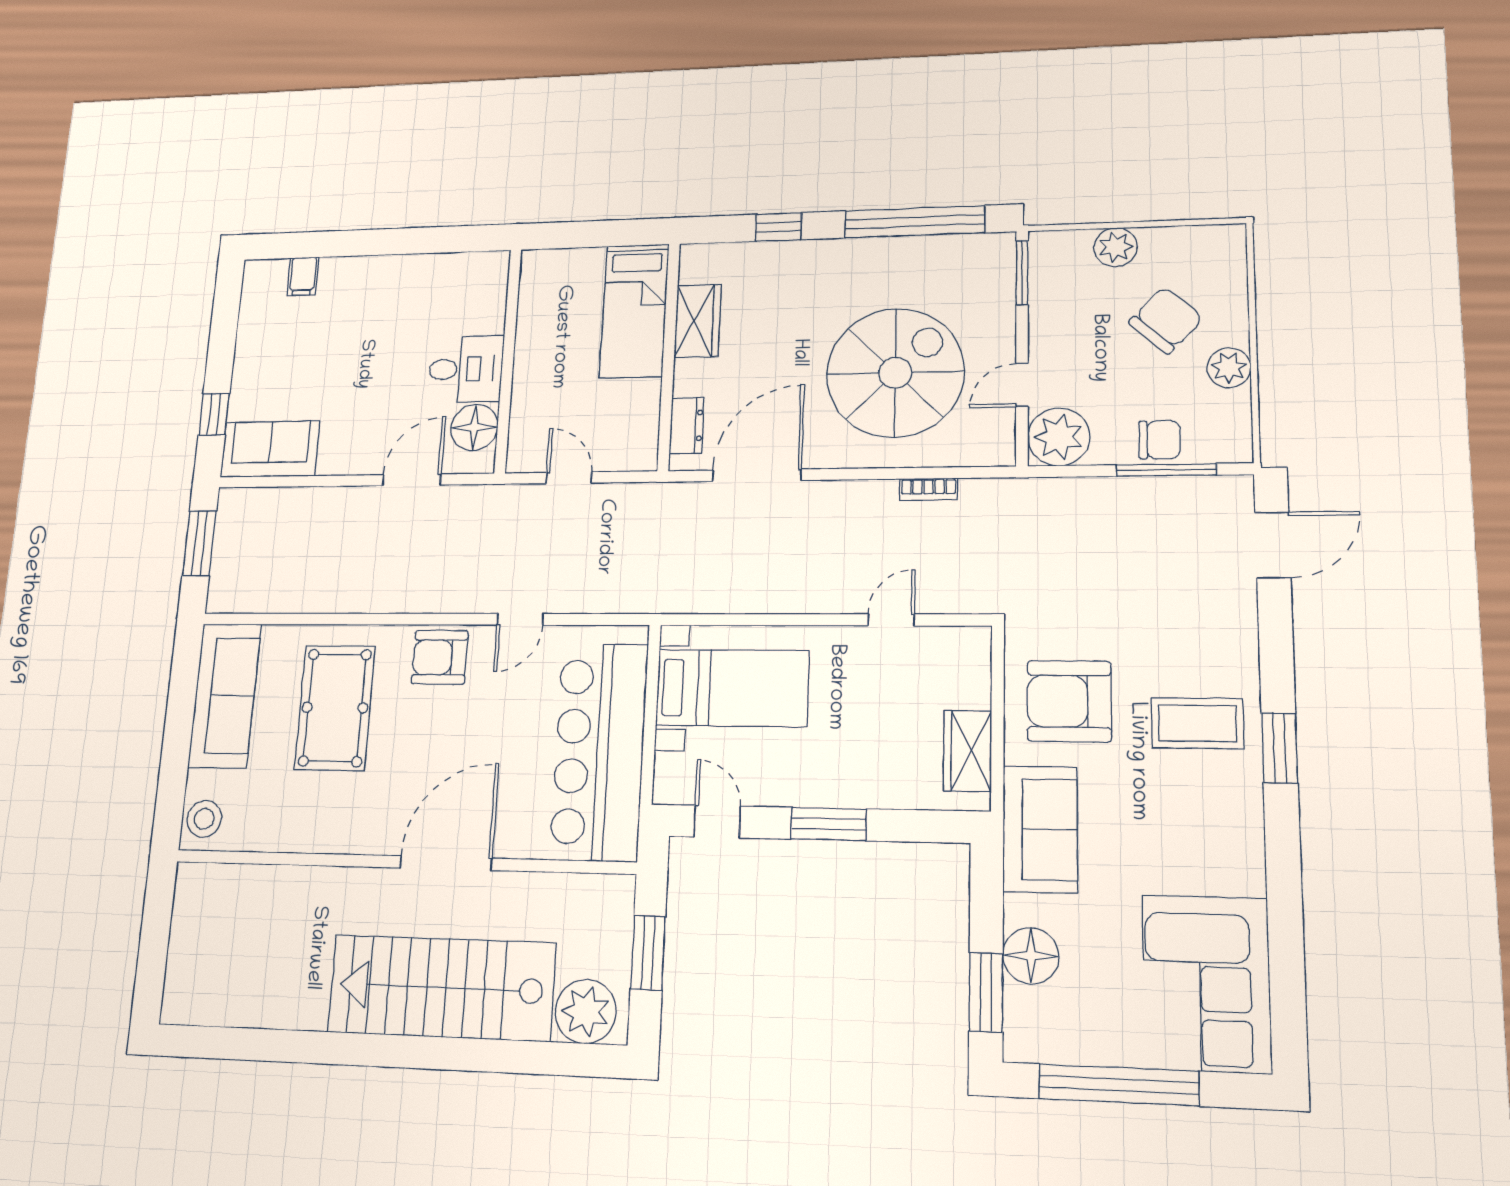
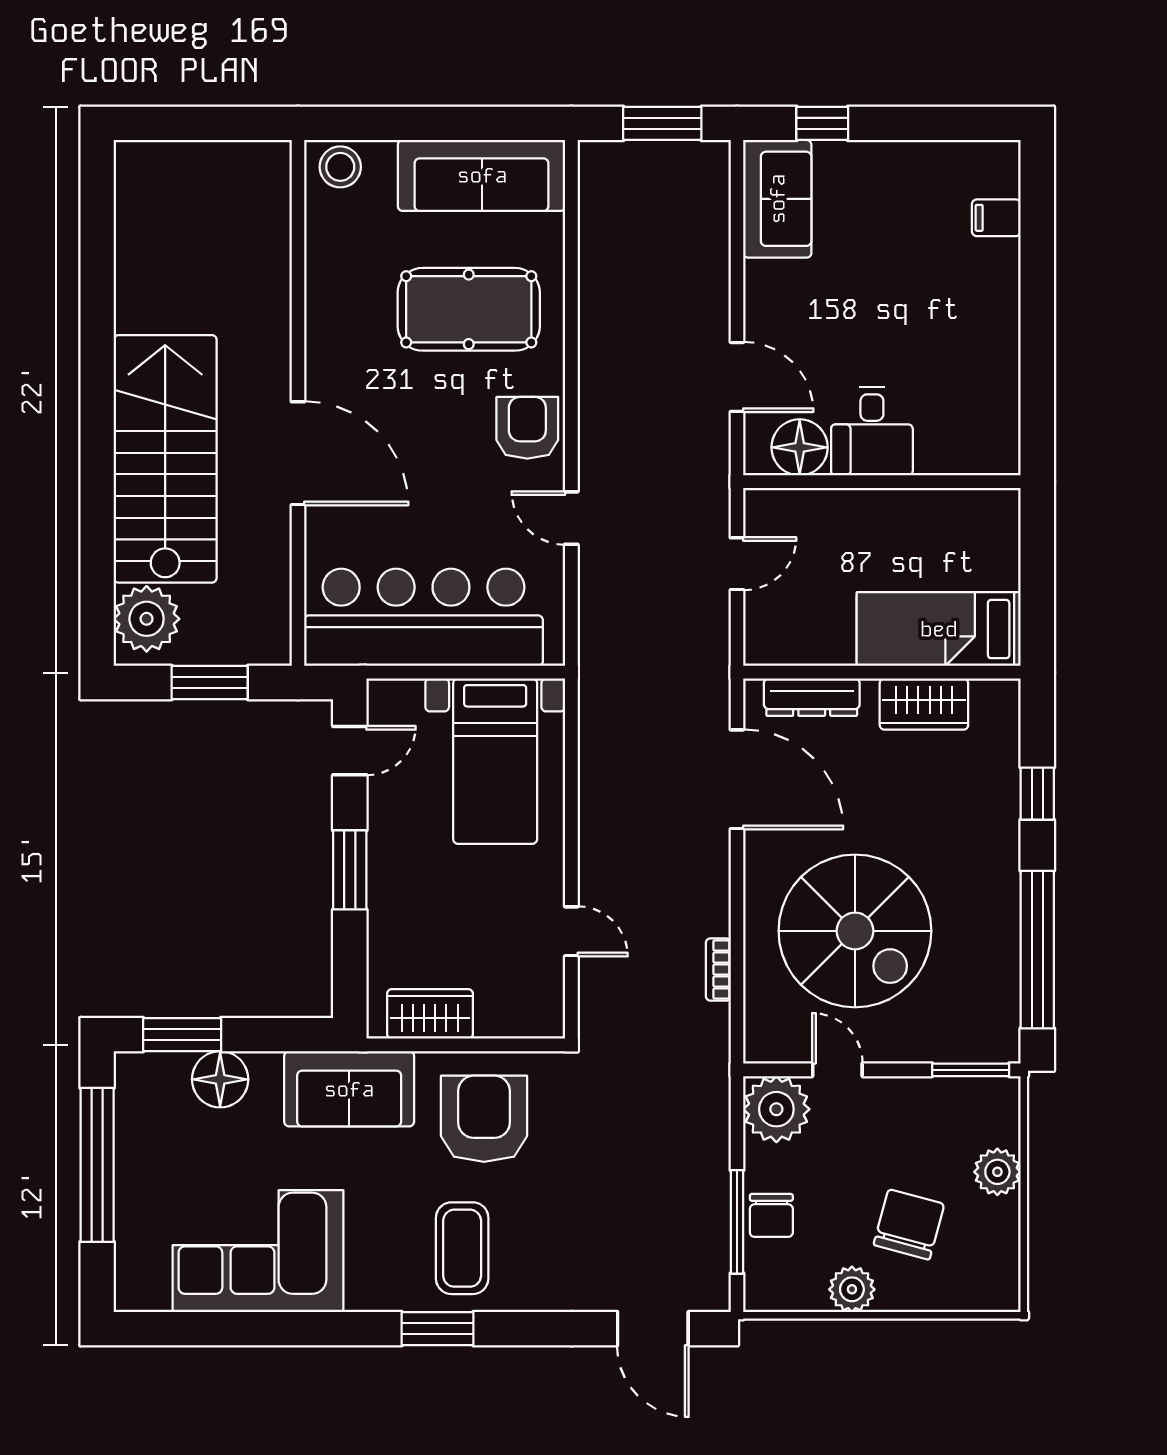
chair: (1166, 320) -> (909, 1224), turned -118
dresser: (687, 426) -> (812, 697), width x1.44
corner sofa: (1206, 983) -> (258, 1251), moved

